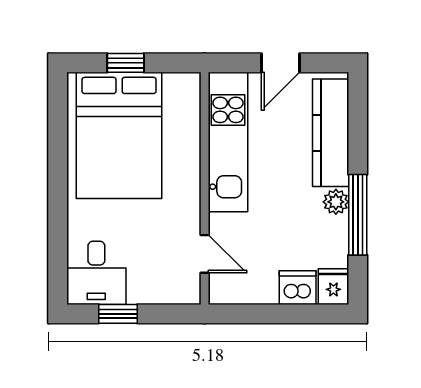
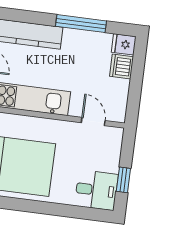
plant: (336, 202) -> (71, 36), removed
door: (205, 254) -> (93, 122), hinge flipped

